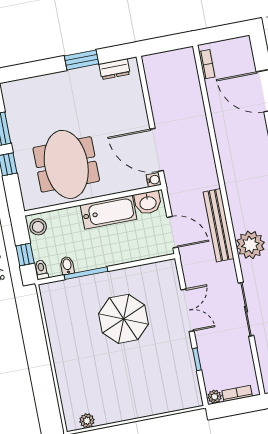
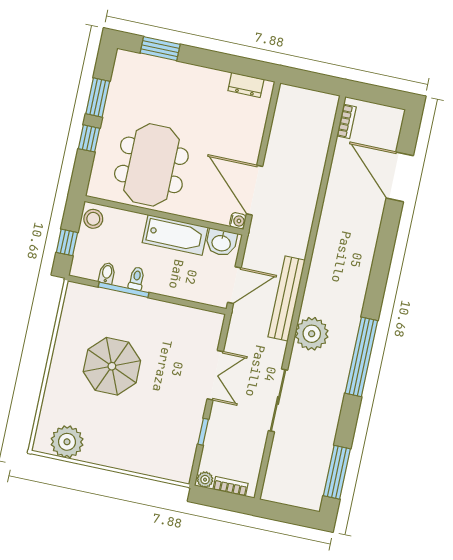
window: (81, 60) -> (160, 49), moved
door: (173, 232) -> (234, 285), hinge flipped
toilet: (41, 270) -> (137, 279), moved
parasol: (124, 319) -> (112, 366), moved
plant: (87, 421) -> (67, 442), width x1.88, depth x1.88

